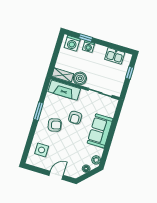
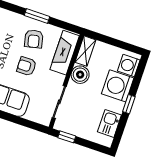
window: (86, 38) -> (129, 104), moved
washing machine: (88, 47) -> (118, 86), width x1.89, depth x1.89
window: (130, 73) -> (67, 137), moved
armchair: (55, 125) -> (34, 39), moved

